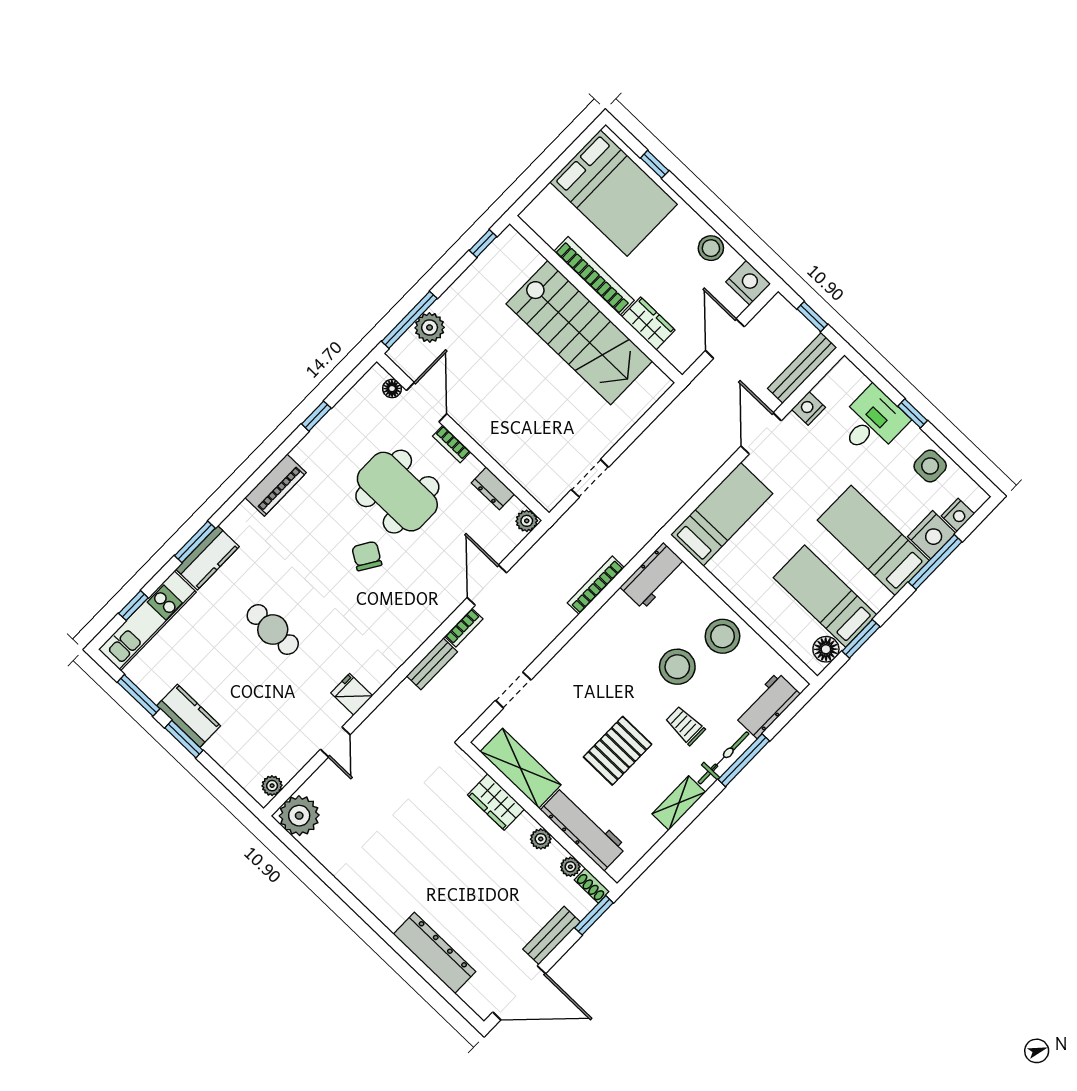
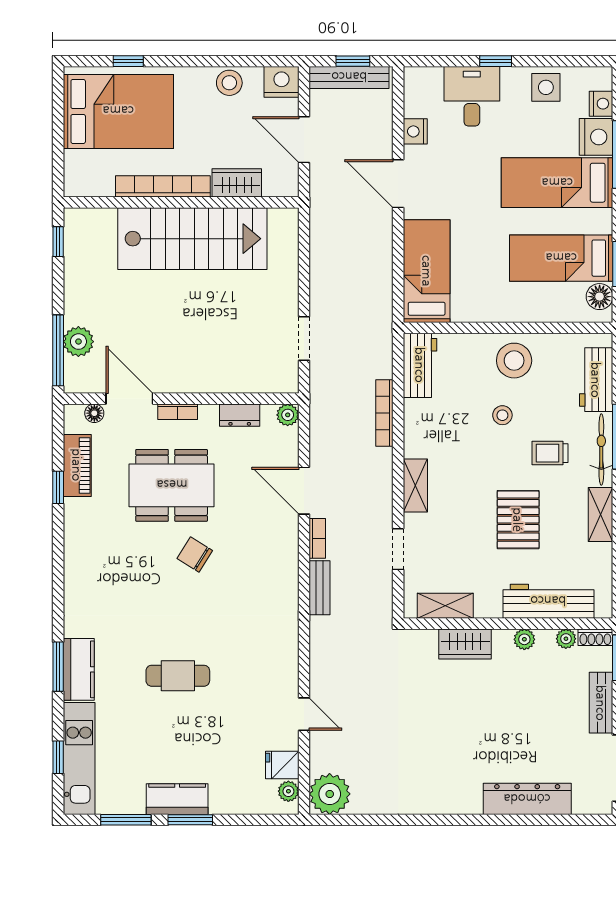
bench: (802, 368) -> (349, 77), moved, turned 90
piano: (276, 485) -> (77, 465), moved
shelving: (568, 657) -> (415, 486), added
stool: (677, 667) -> (502, 415), width x0.53, depth x0.53
fridge: (352, 694) -> (282, 765), moved
shelving: (521, 768) -> (445, 606), width x0.67, depth x0.75

